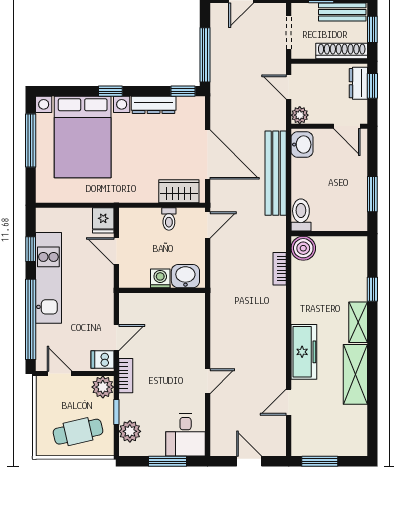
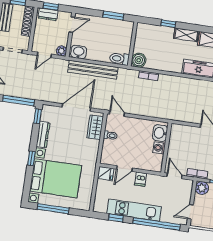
washbasin: (185, 276) -> (160, 133), moved
washing machine: (160, 278) -> (159, 148), moved
wall: (162, 290) -> (166, 148), moved
dishwasher: (102, 360) -> (141, 179), moved

